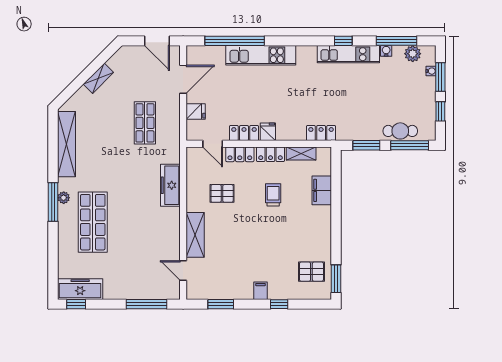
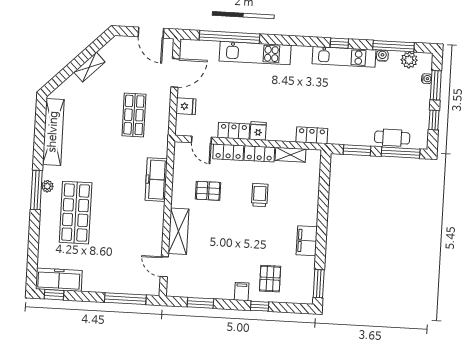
filing cabinet: (322, 190) -> (307, 241), moved
pallet: (311, 272) -> (270, 279), moved, turned 90

